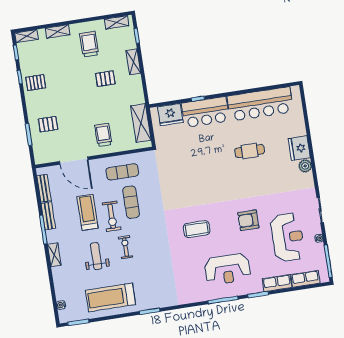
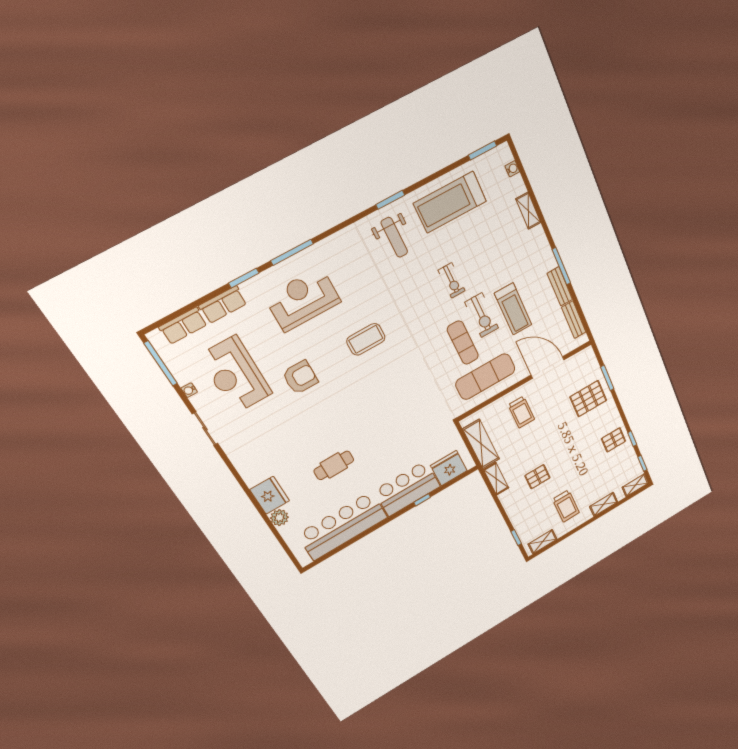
shelving: (133, 62) -> (496, 479), moved
pallet: (48, 124) -> (588, 399), width x1.50, depth x1.42
plant: (305, 166) -> (279, 518), moved
exercise mat: (122, 172) -> (485, 377), width x1.36, depth x1.45
exercise bike: (112, 216) -> (482, 315), turned 180
shelving: (54, 255) -> (528, 211), moved
weight bench: (96, 256) -> (394, 237), moved
treadmill: (110, 297) -> (450, 202), turned 180

